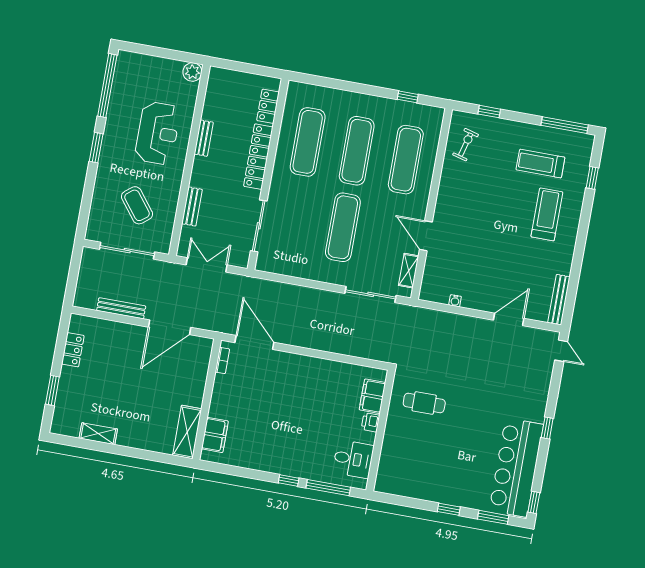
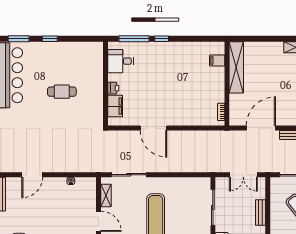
door: (254, 342) -> (153, 128), moved
cafe table: (424, 403) -> (62, 92), moved
shelving: (187, 432) -> (236, 67), width x1.47
filing cabinet: (215, 435) -> (217, 61), width x0.50

